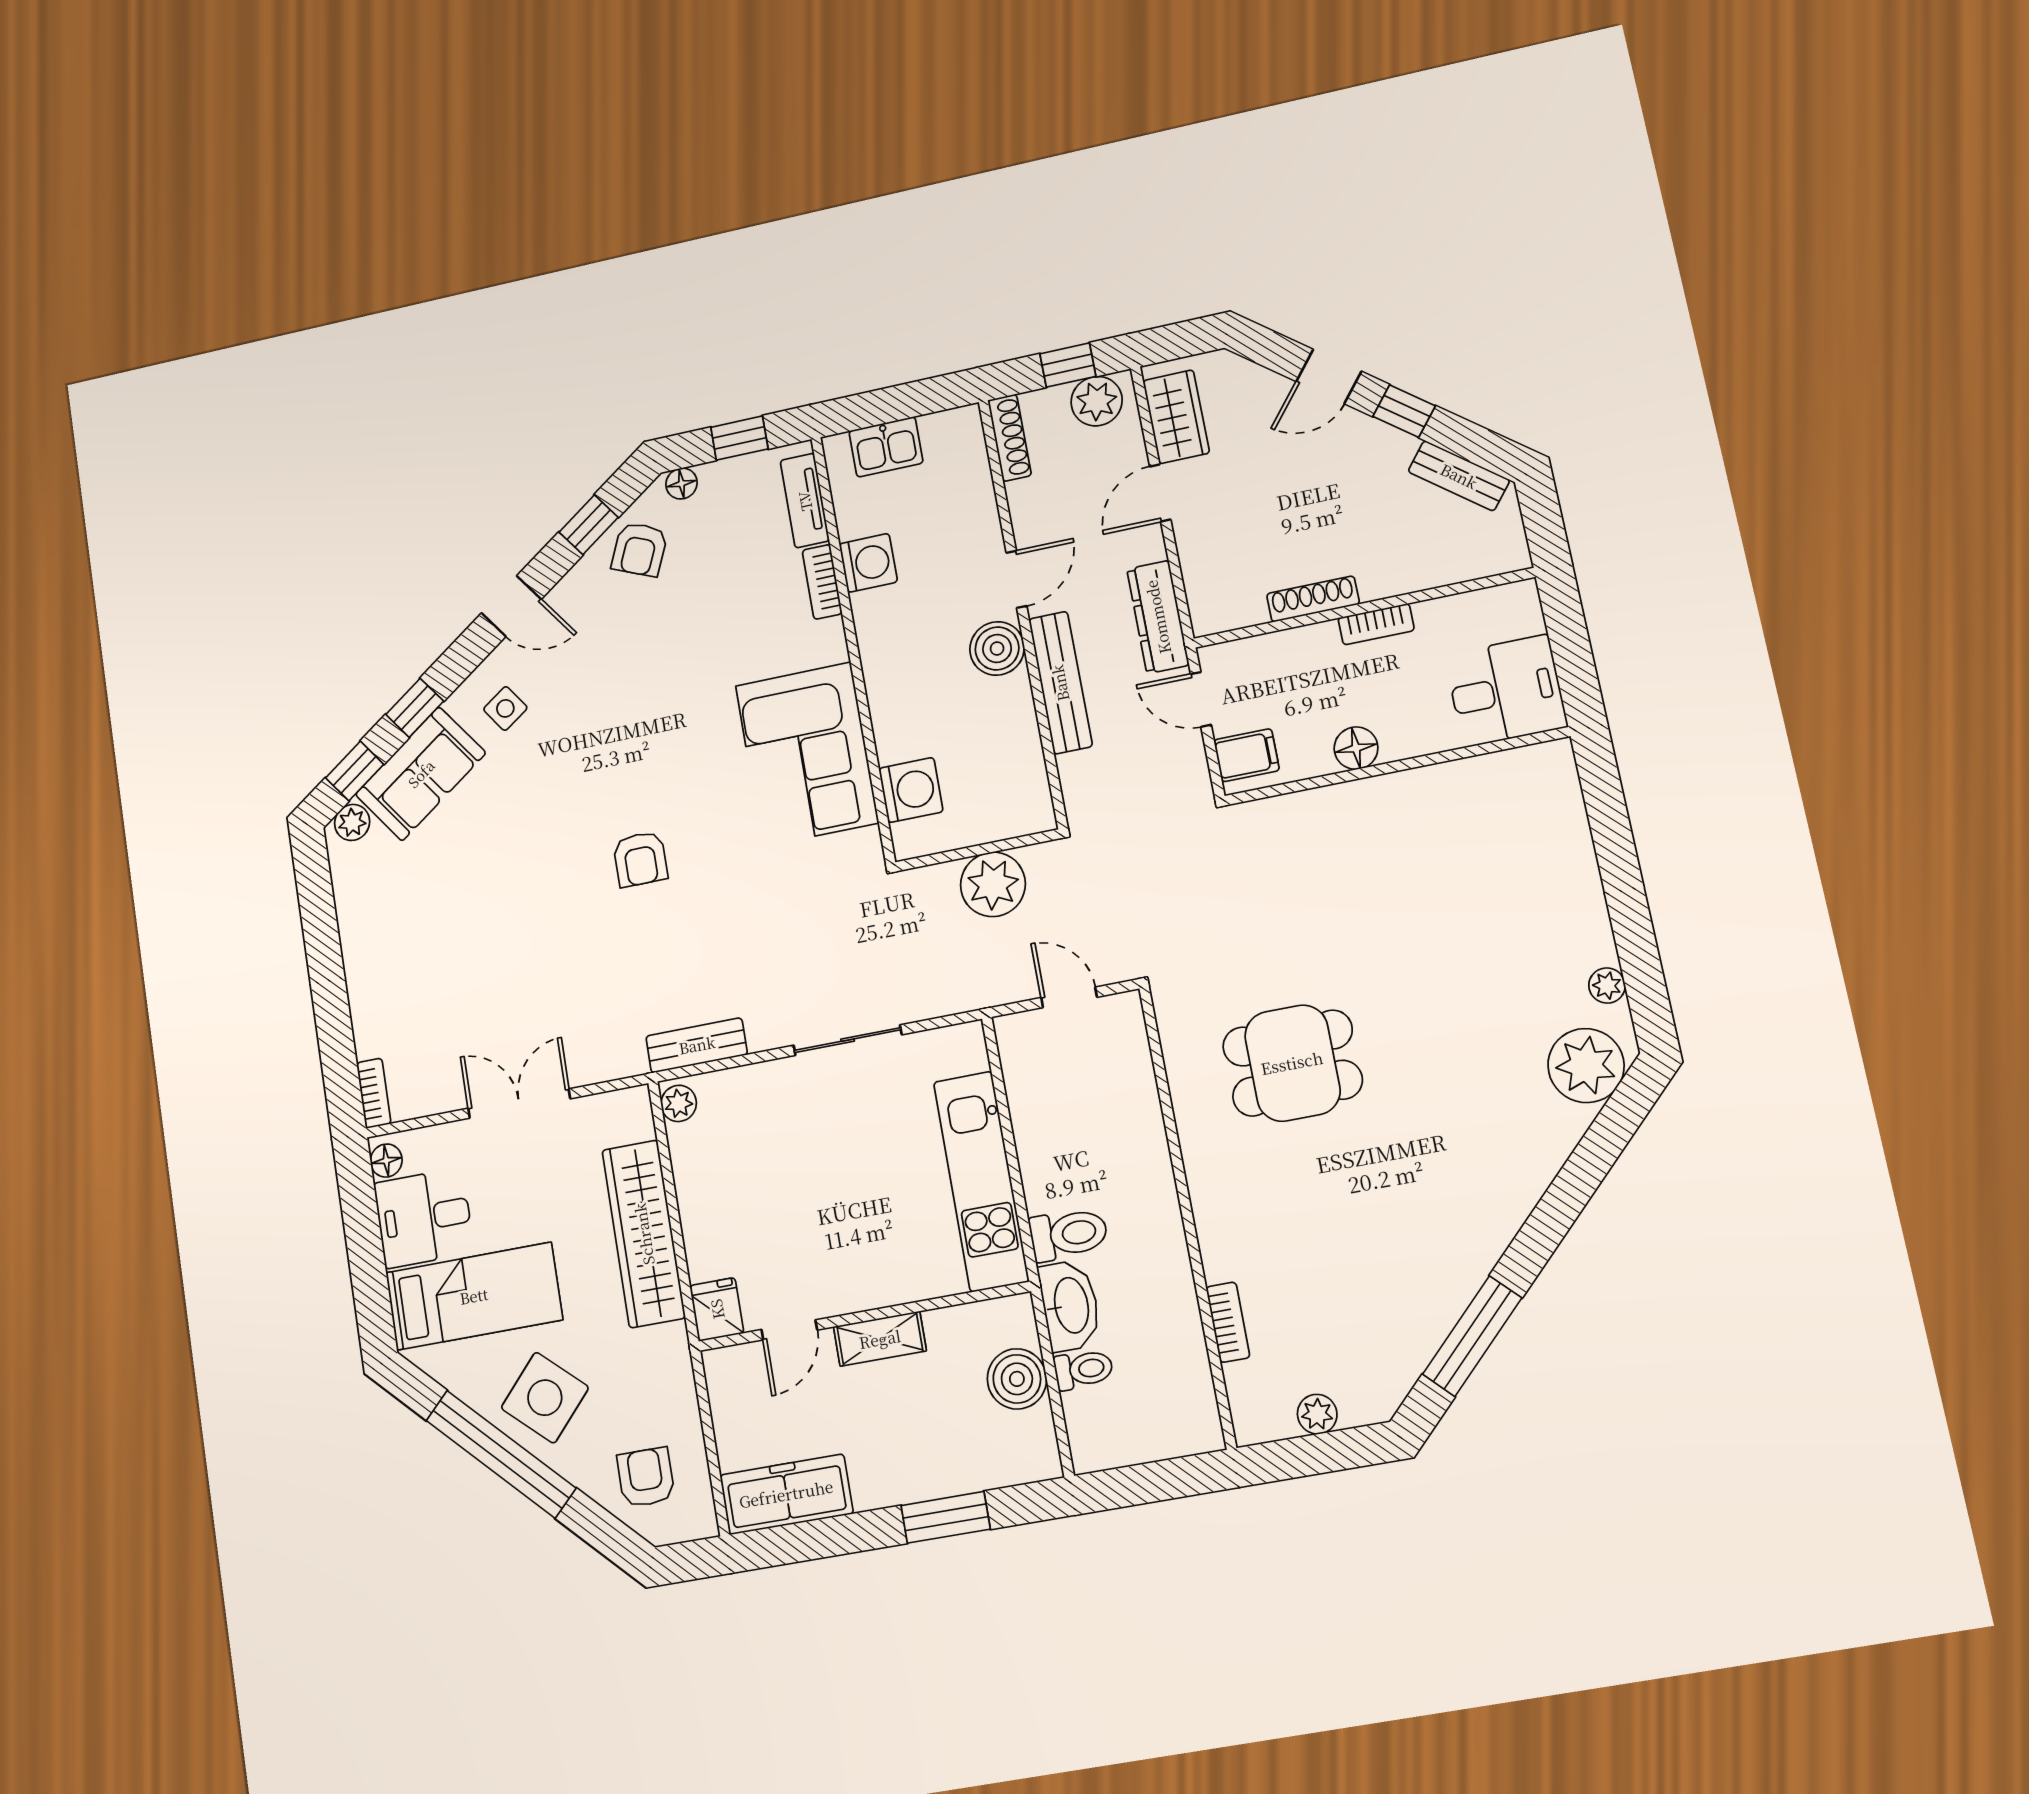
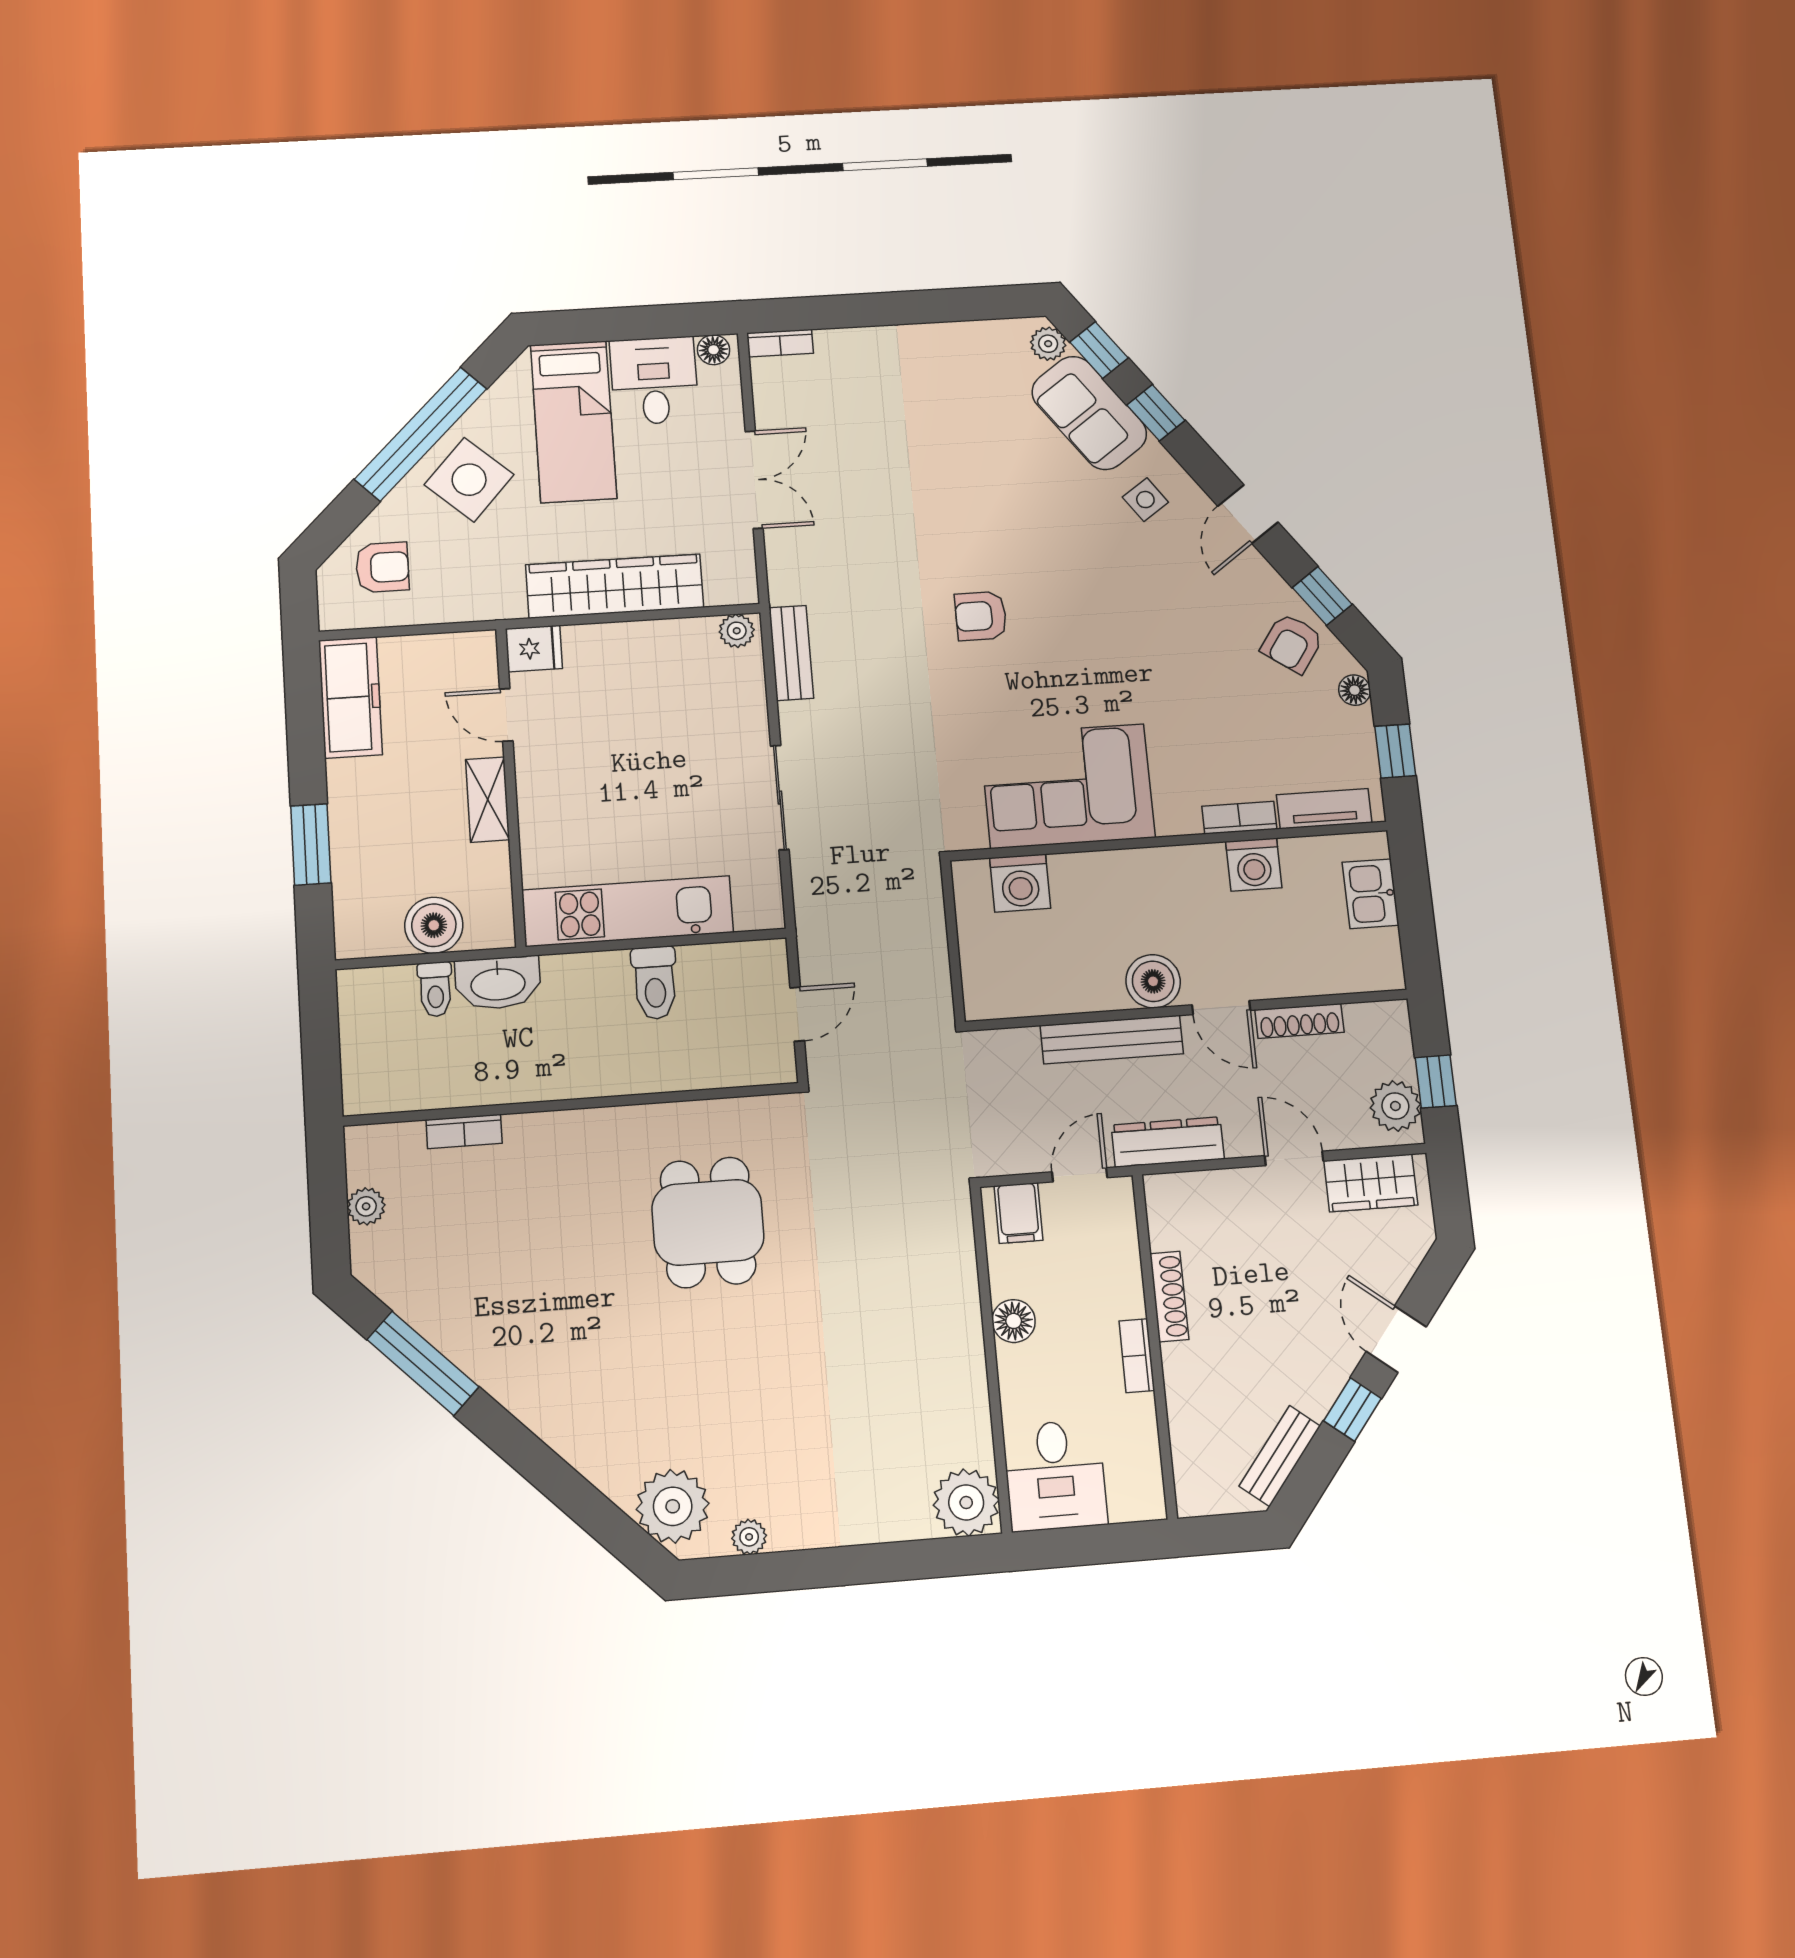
shoe rack: (1010, 438) -> (1299, 1021), moved
armchair: (640, 549) -> (1292, 643), turned -78
plant: (993, 884) -> (966, 1502), moved
toilet: (1069, 1234) -> (655, 983), moved

